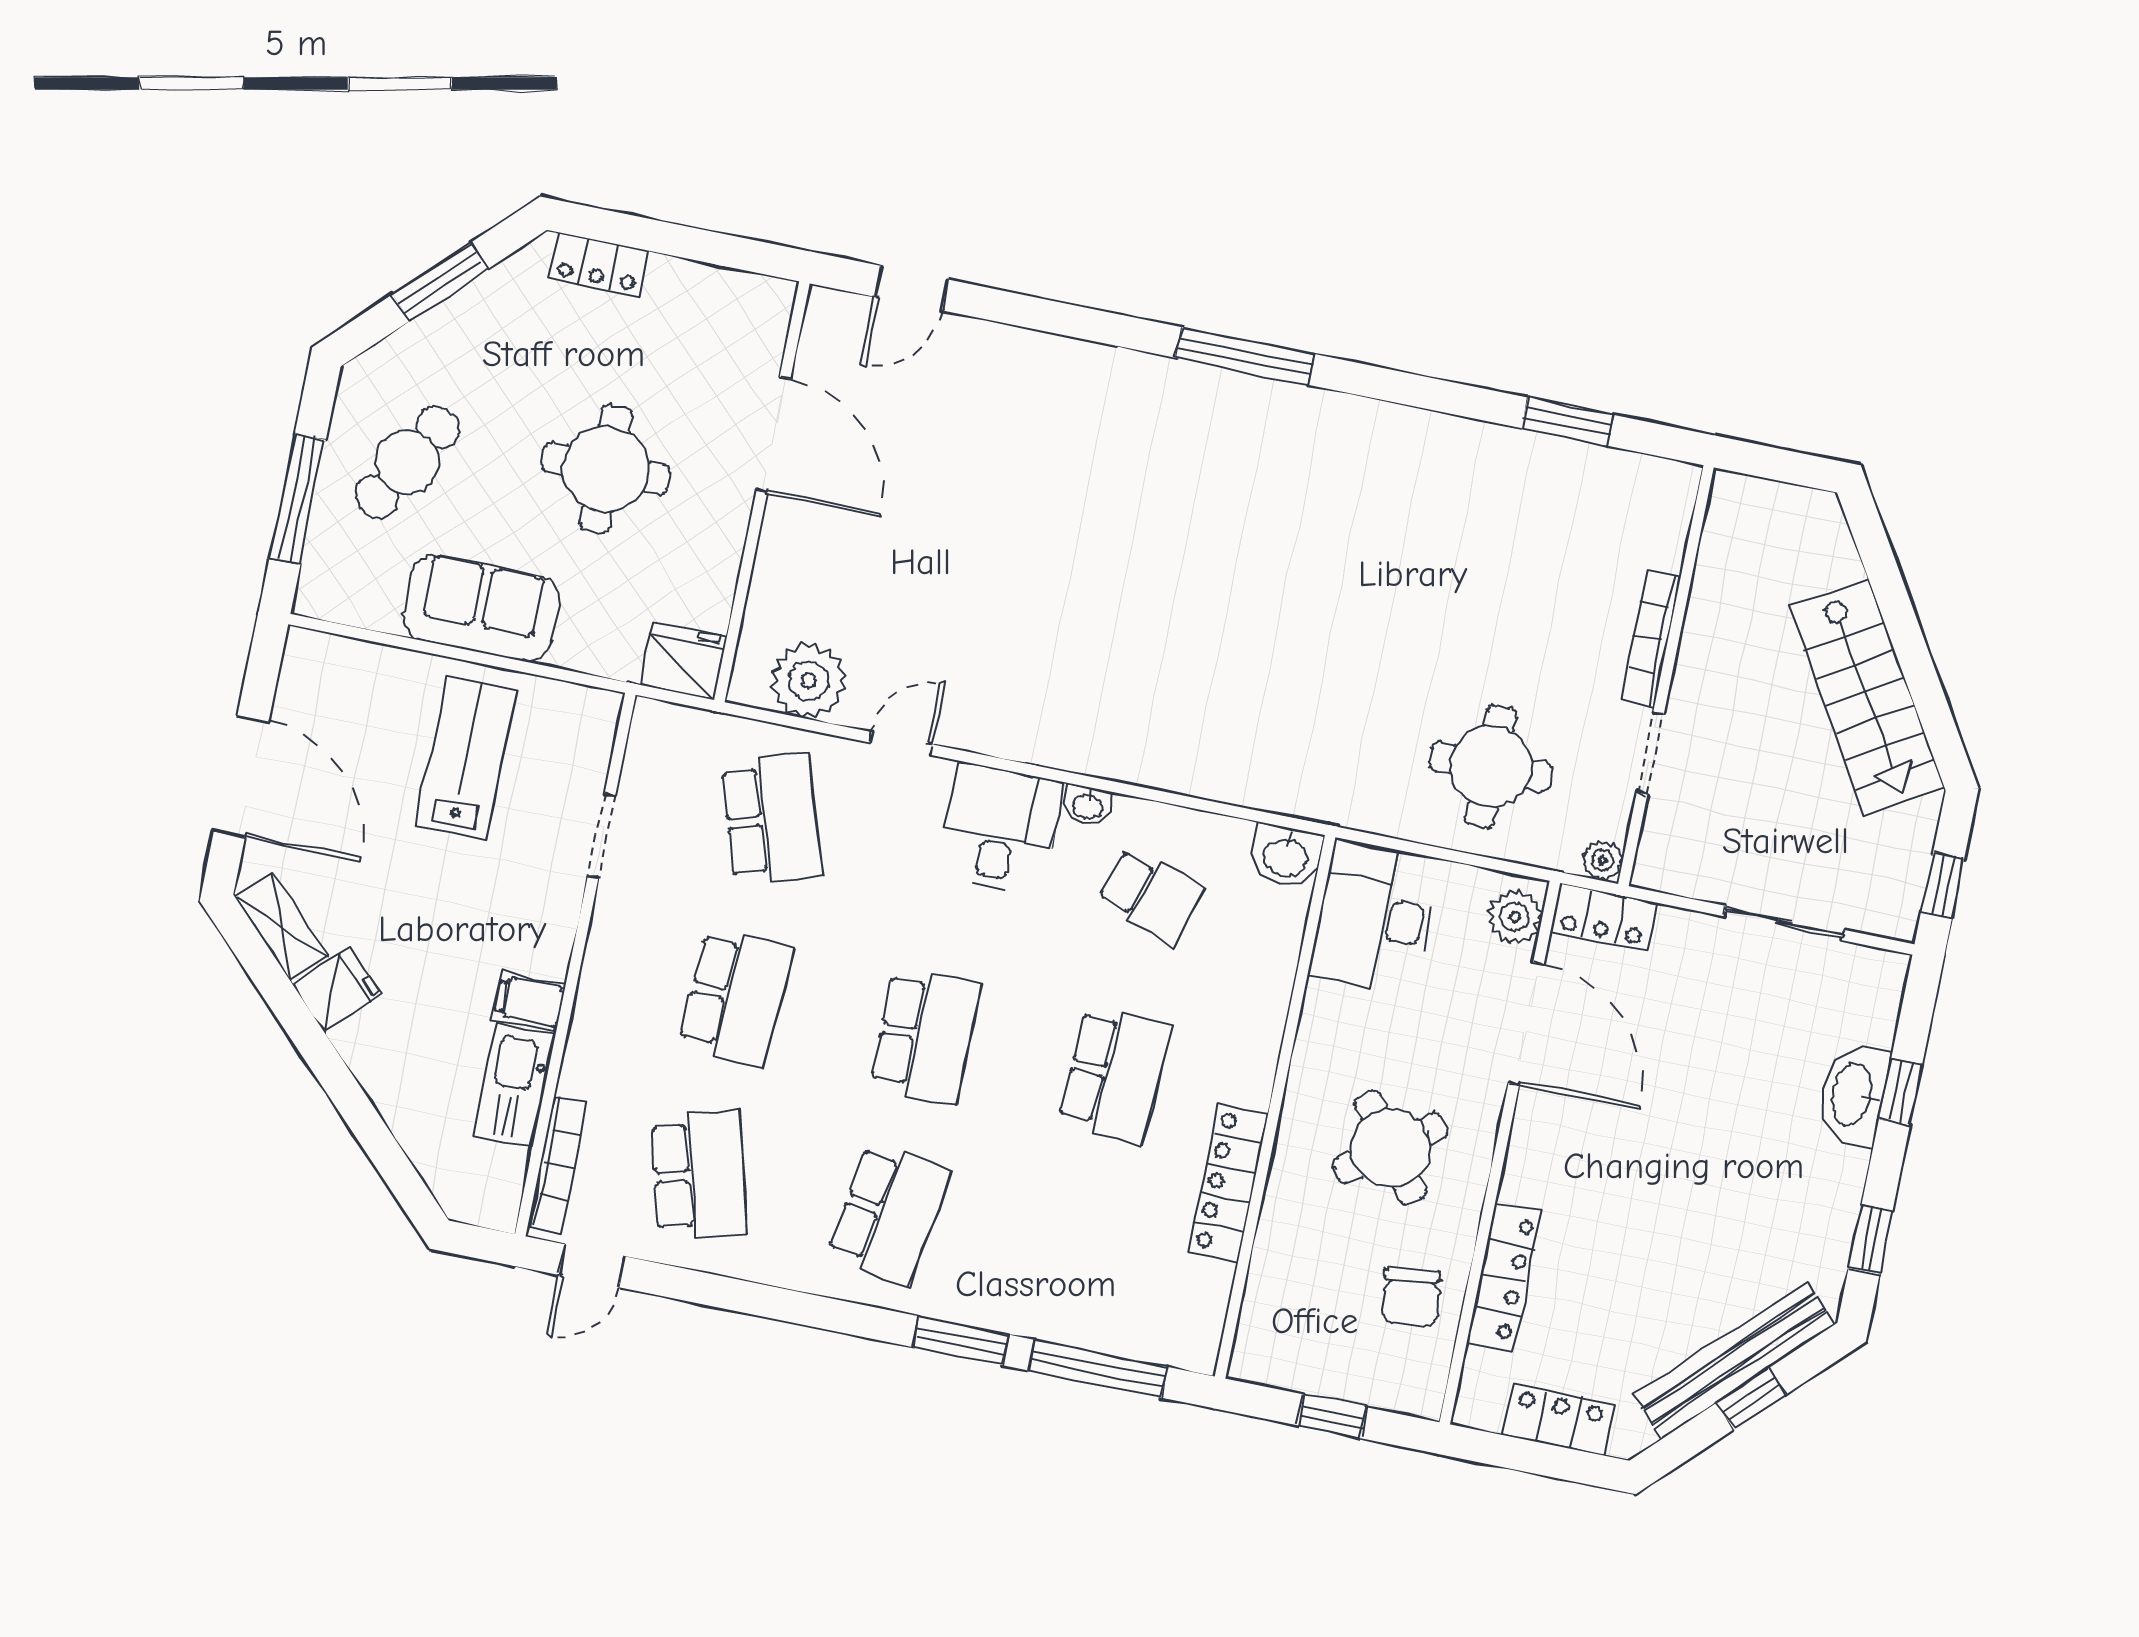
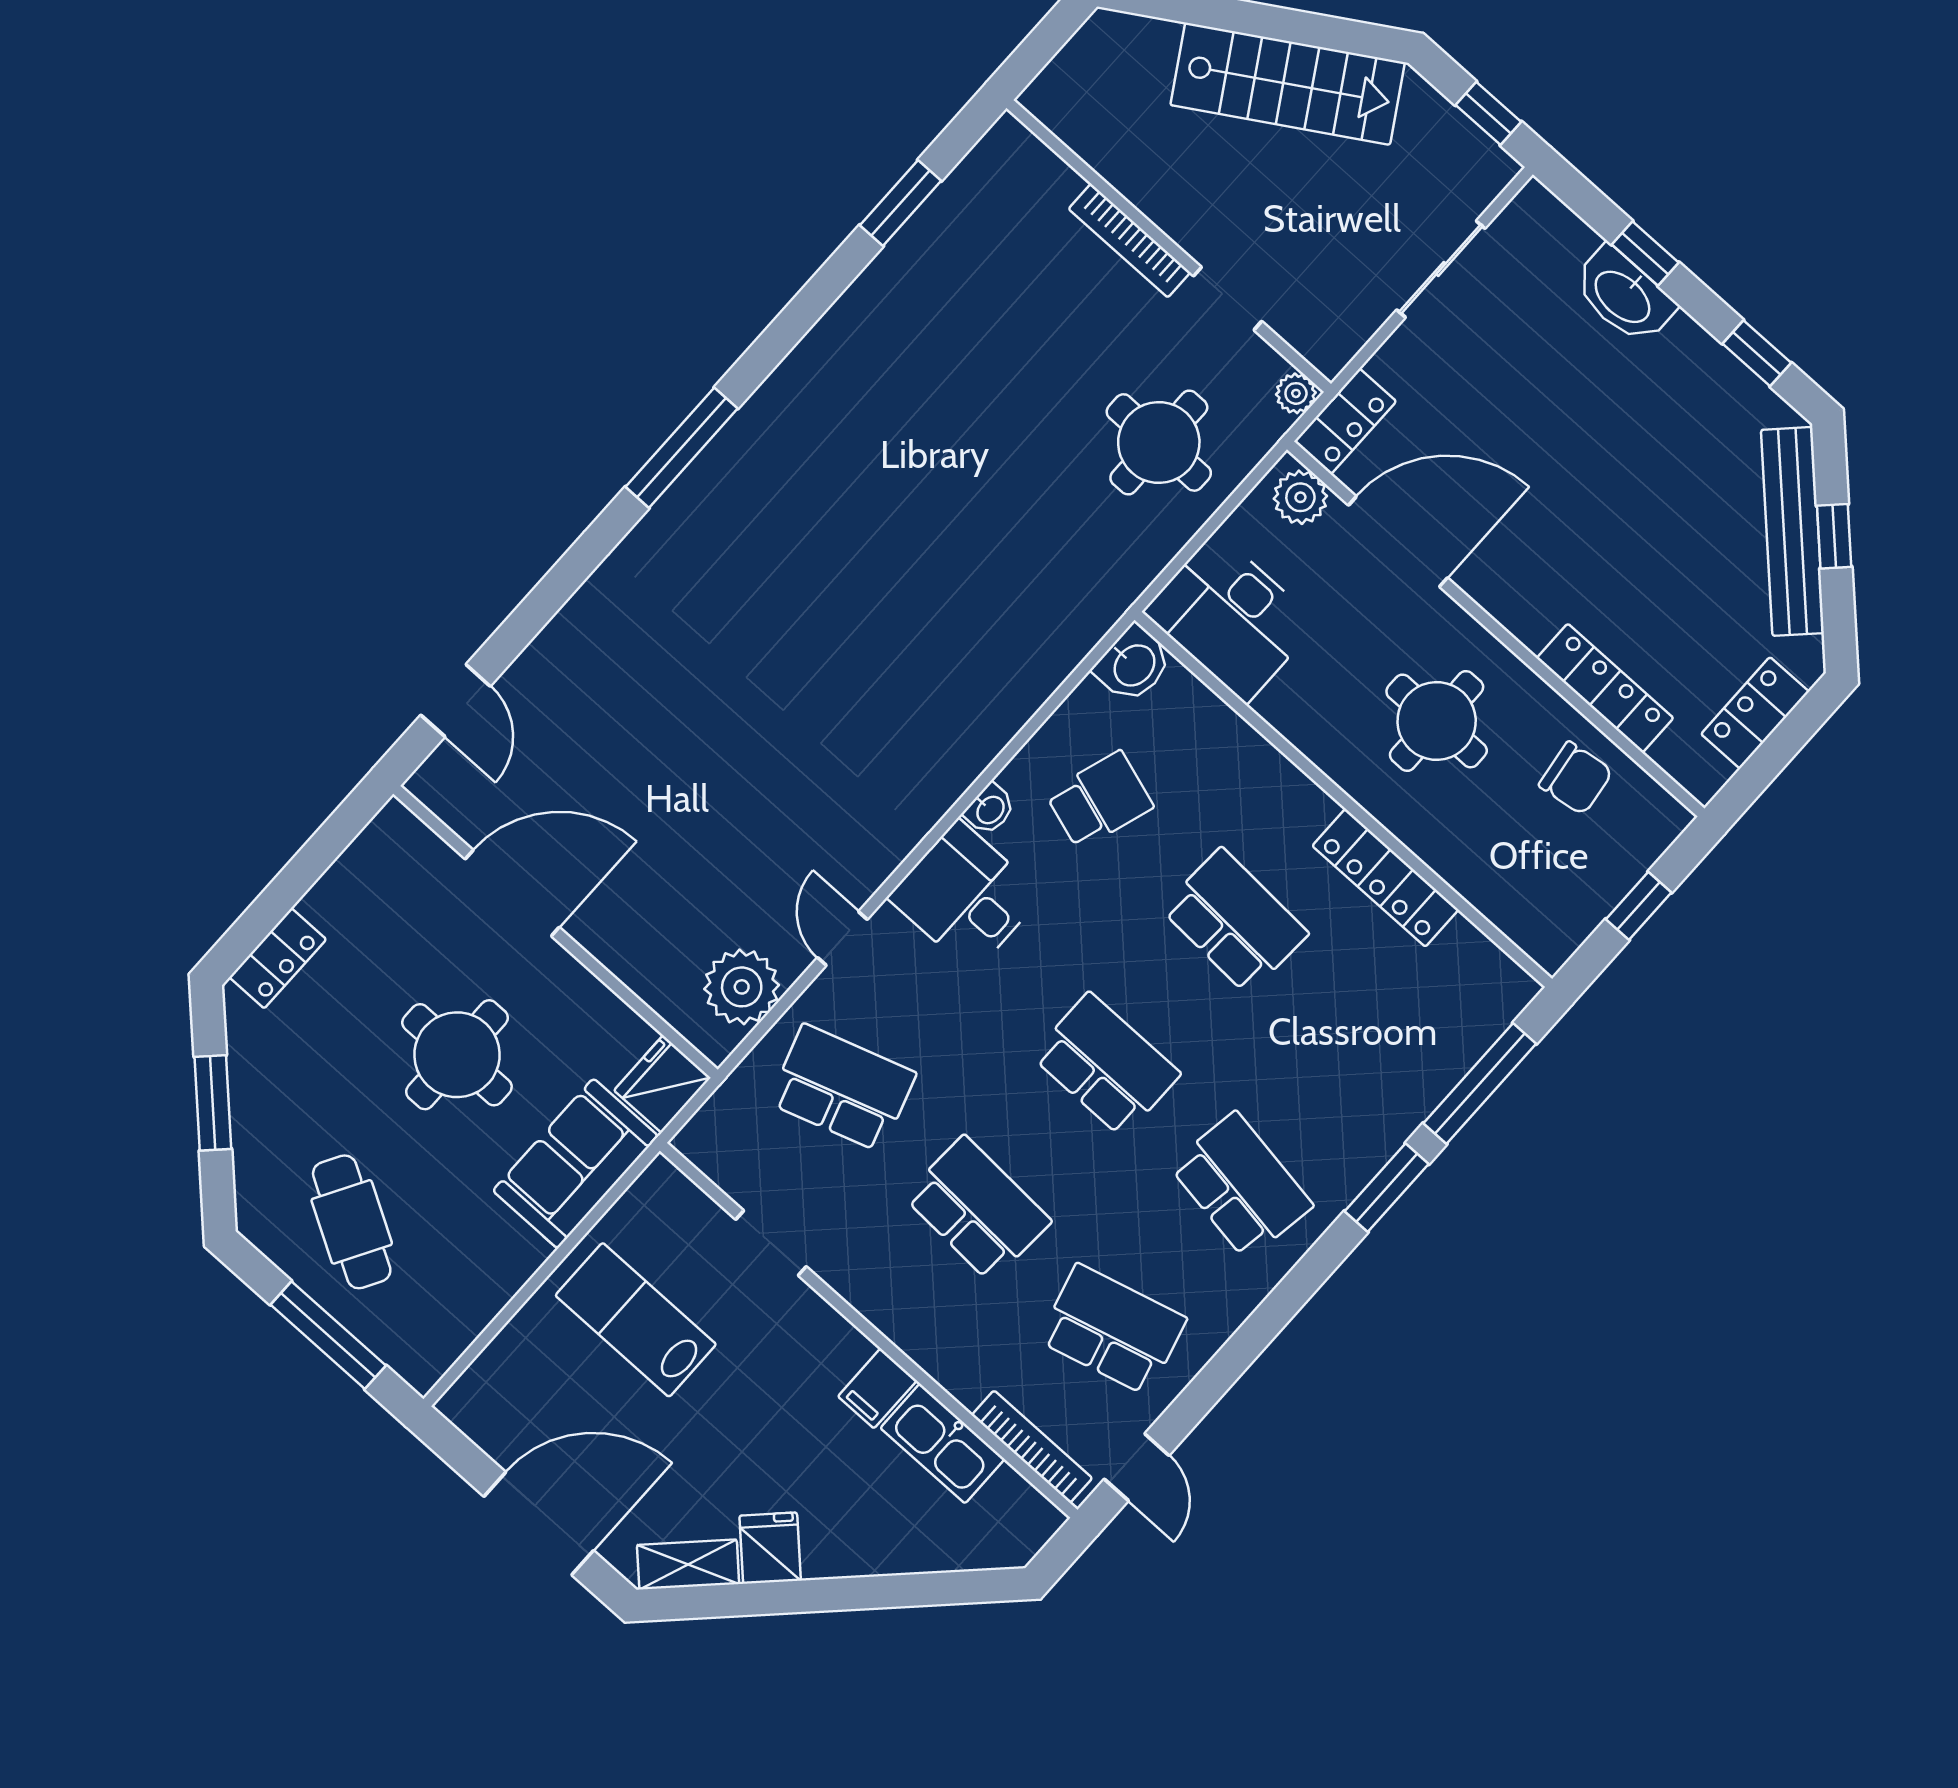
sofa: (481, 608) -> (576, 1163), moved
round table: (1390, 1148) -> (1437, 721), turned 37

